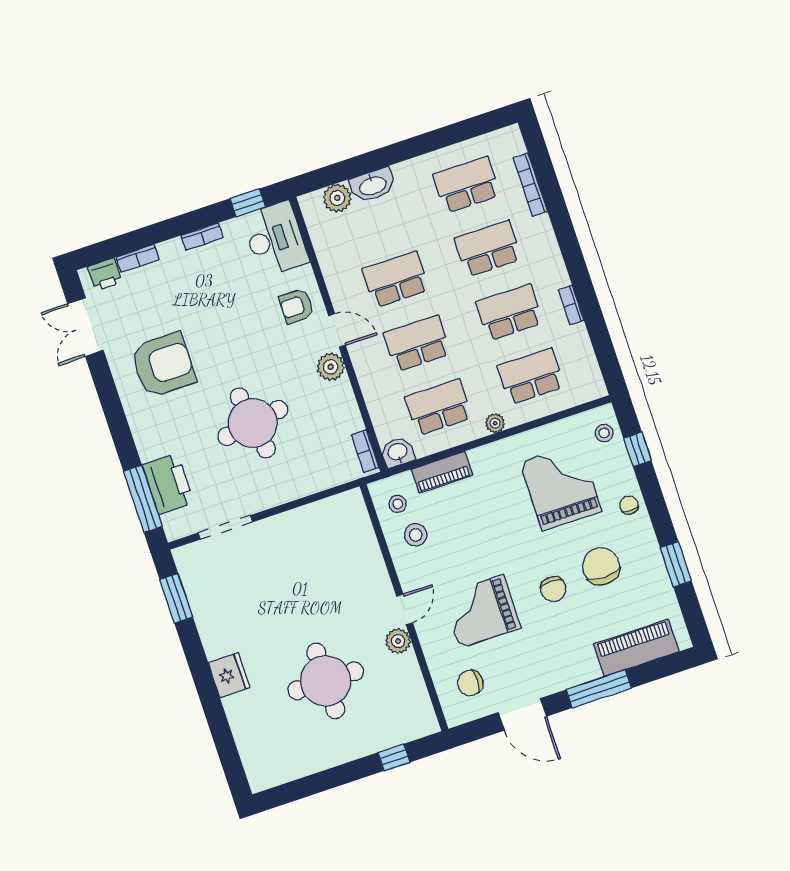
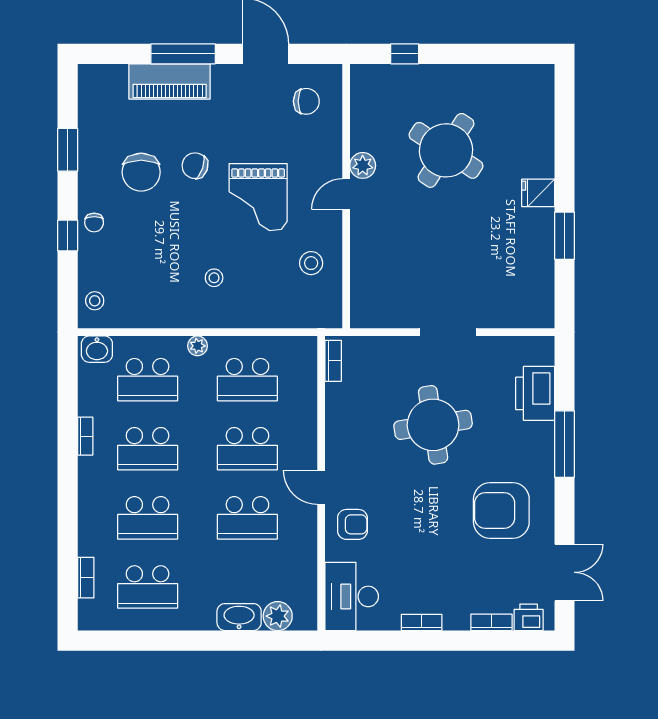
bookcase: (530, 185) -> (86, 578), width x0.64
window: (248, 203) -> (366, 641), removed
plant: (331, 367) -> (339, 454), removed
window: (637, 449) -> (68, 236), moved
washbasin: (398, 452) -> (97, 349), moved
piano: (442, 472) -> (265, 315), removed
grand piano: (561, 487) -> (154, 263), removed
window: (143, 499) -> (564, 444), moved
stool: (398, 504) -> (214, 278), moved
doorway: (225, 527) -> (448, 332), moved
chair: (553, 589) -> (195, 166), turned -71
window: (176, 598) -> (564, 236), moved
grand piano: (481, 611) -> (258, 197), moved, turned 90
piano: (636, 648) -> (170, 81), moved
fridge: (229, 675) -> (538, 193), width x0.72
round table: (326, 681) -> (446, 150), turned 33

